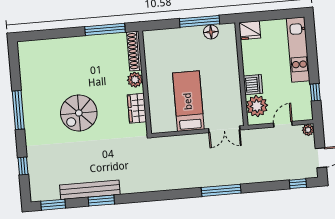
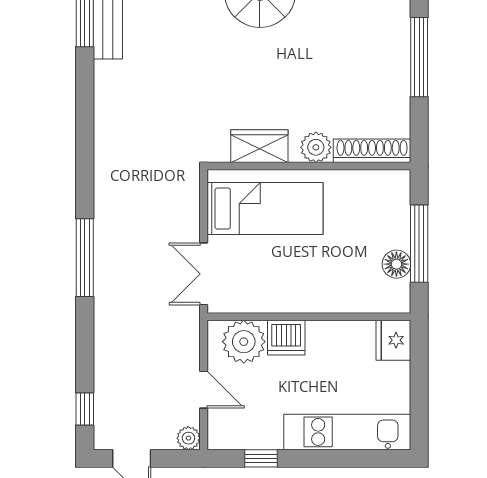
shoe rack: (134, 51) -> (372, 151), moved
plant: (135, 80) -> (316, 147), moved
wall: (145, 82) -> (309, 166), moved
wardrobe: (137, 108) -> (259, 146), moved

